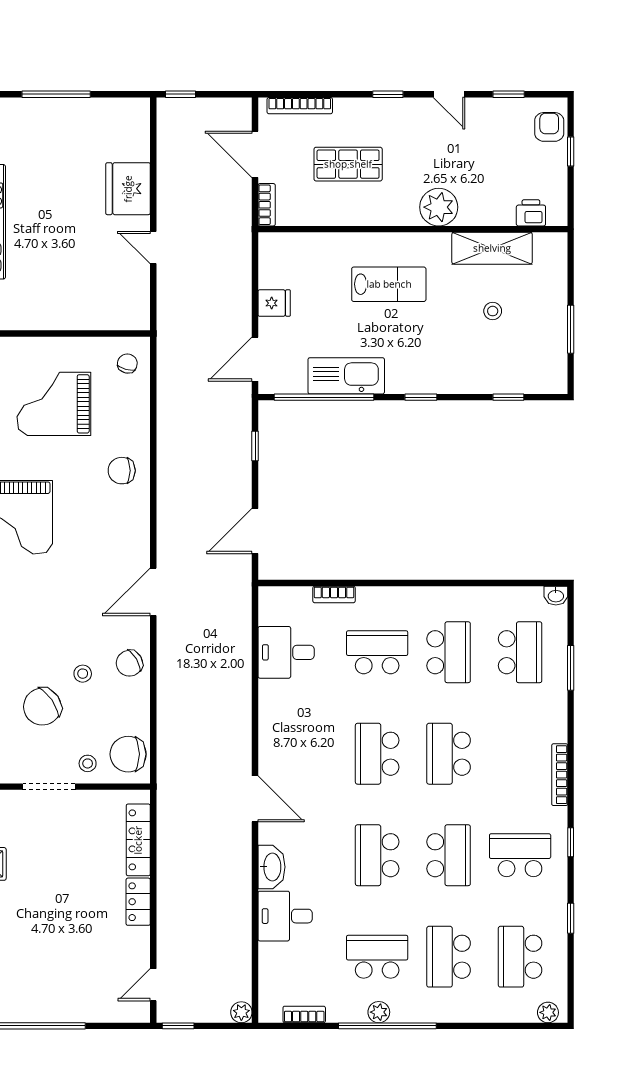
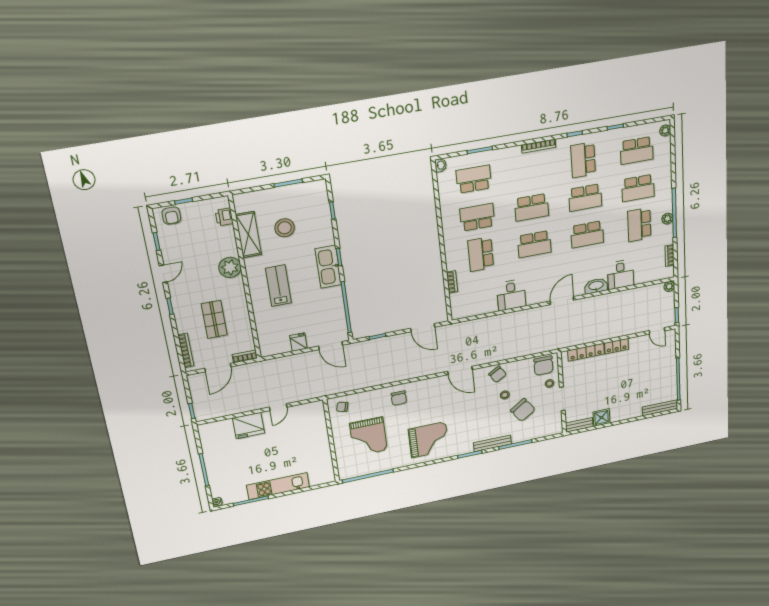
armchair: (549, 127) -> (171, 216), turned -90
stool: (493, 311) -> (285, 228), width x1.89, depth x1.89
kitchen sink: (346, 376) -> (328, 267), moved
desk: (286, 652) -> (511, 295), moved
school desk: (449, 855) -> (585, 198), turned 180

